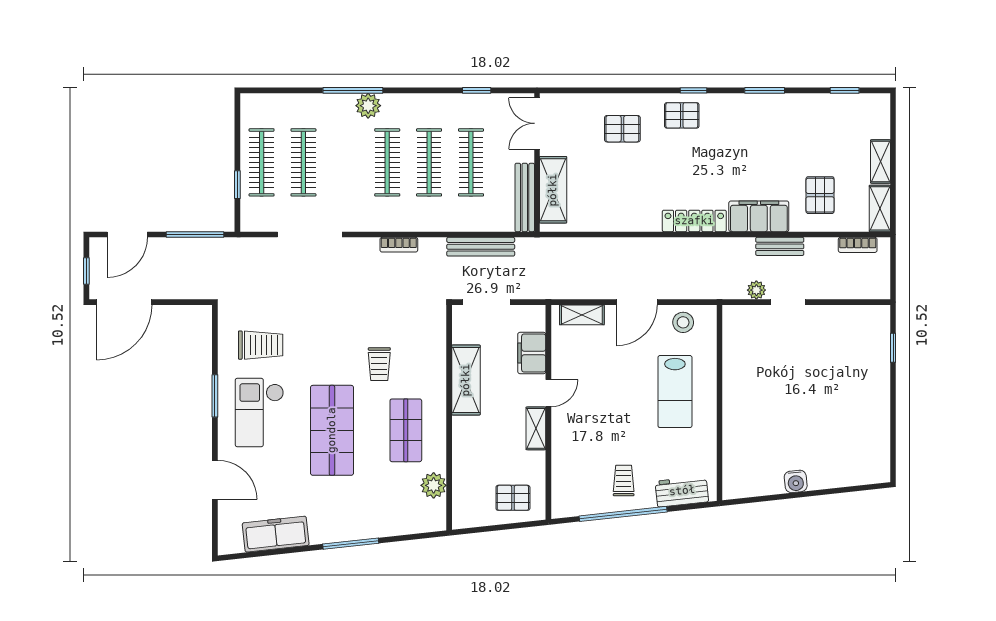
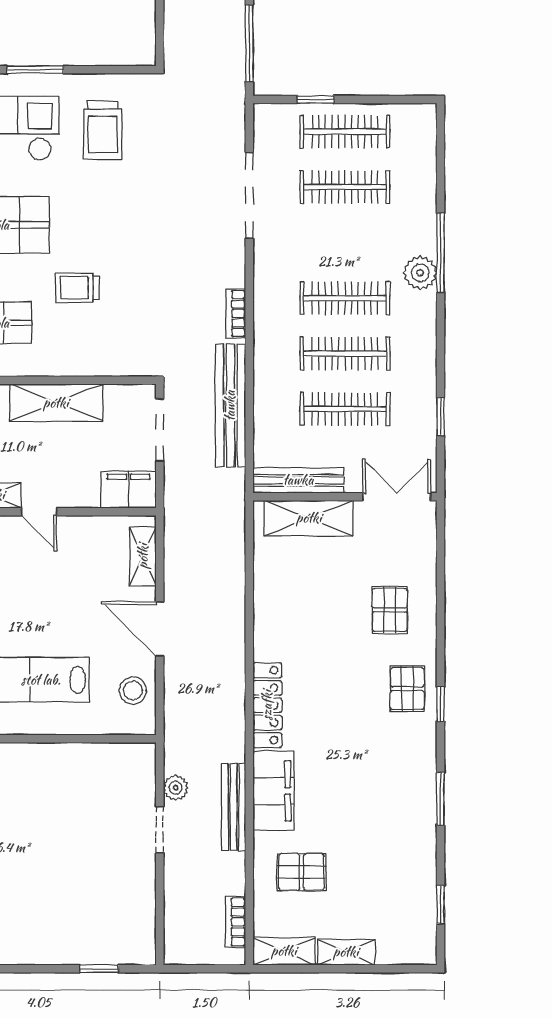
bench: (780, 246) -> (234, 807), width x1.36
bench: (481, 247) -> (230, 406), width x1.37, depth x1.21
filing cabinet: (532, 353) -> (129, 490), moved

